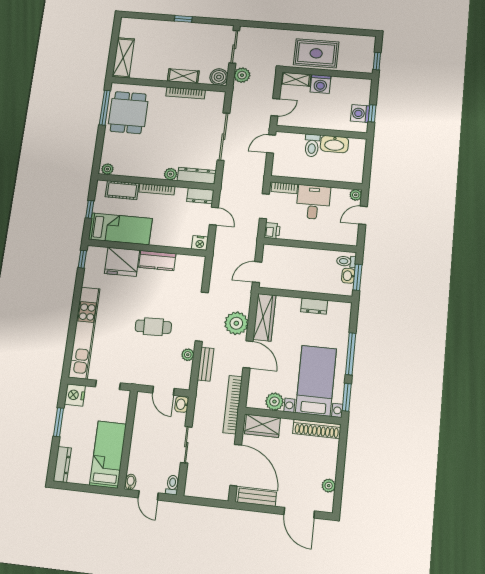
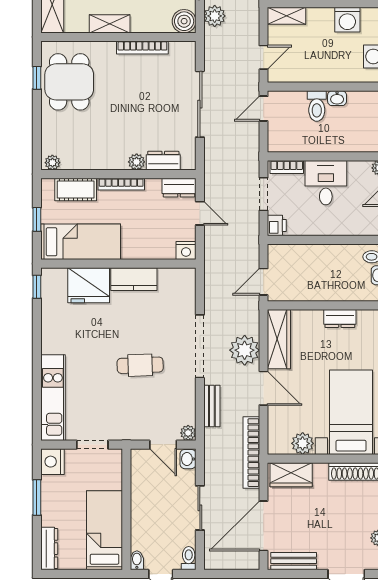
shelving: (183, 76) -> (110, 24), moved
washing machine: (321, 84) -> (347, 20), moved
window: (105, 108) -> (37, 78), width x0.46
washbasin: (334, 144) -> (337, 98), width x0.52, depth x0.69
dresser: (196, 176) -> (163, 161), width x0.70
kitchen unit: (84, 333) -> (53, 398), width x0.73
plant: (188, 355) -> (188, 433), moved
door: (236, 465) -> (264, 526), swing flipped

